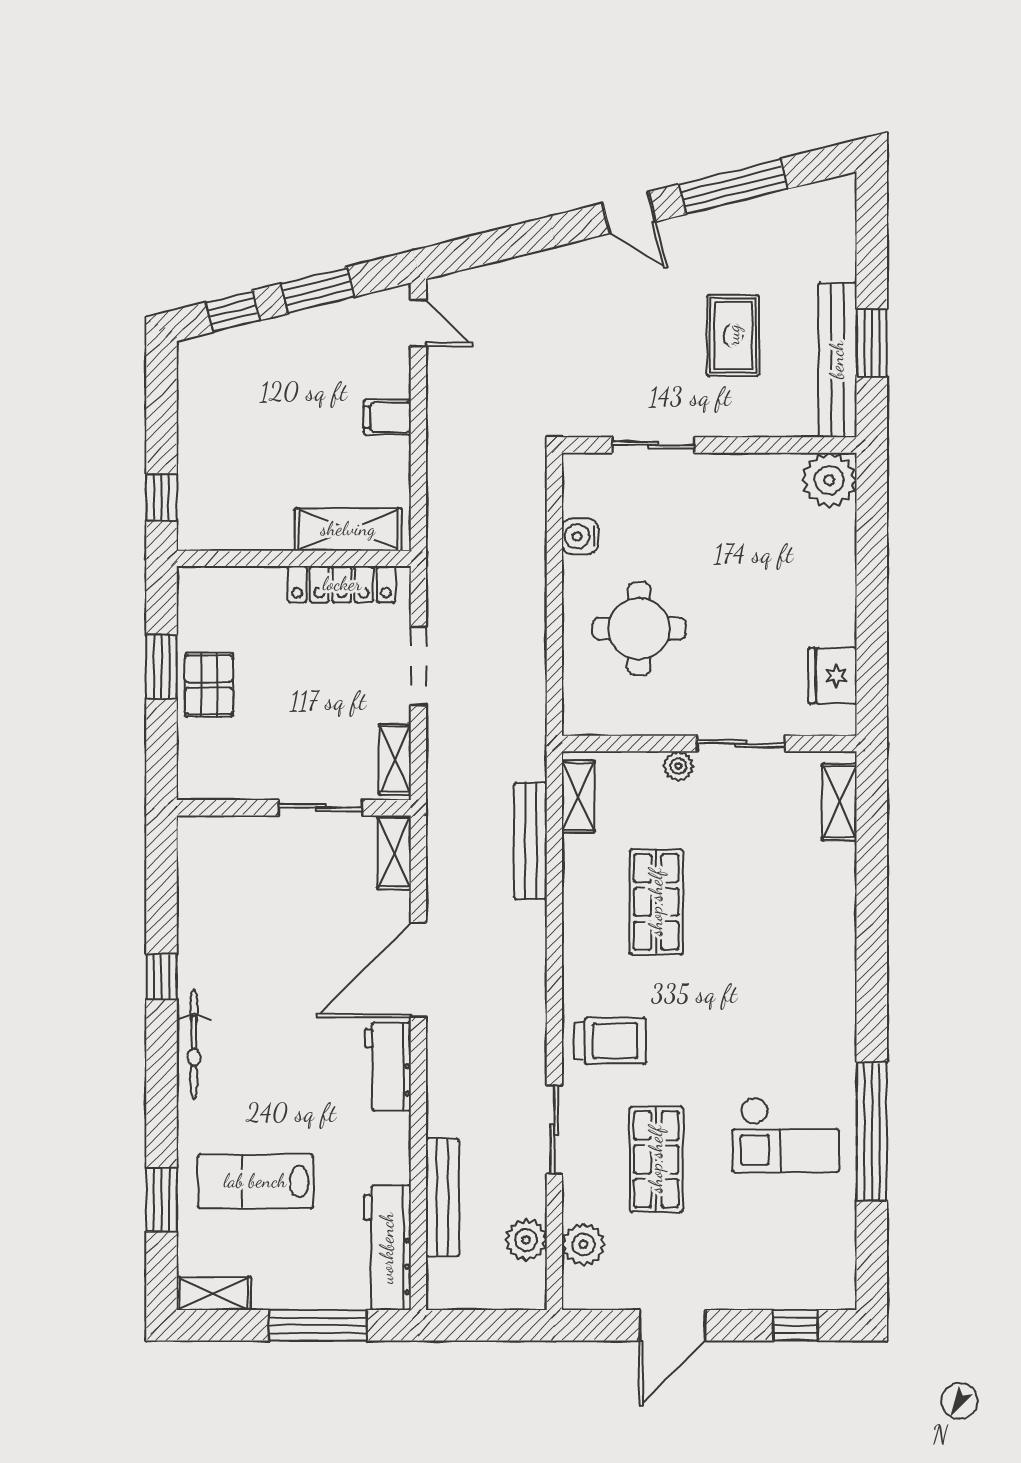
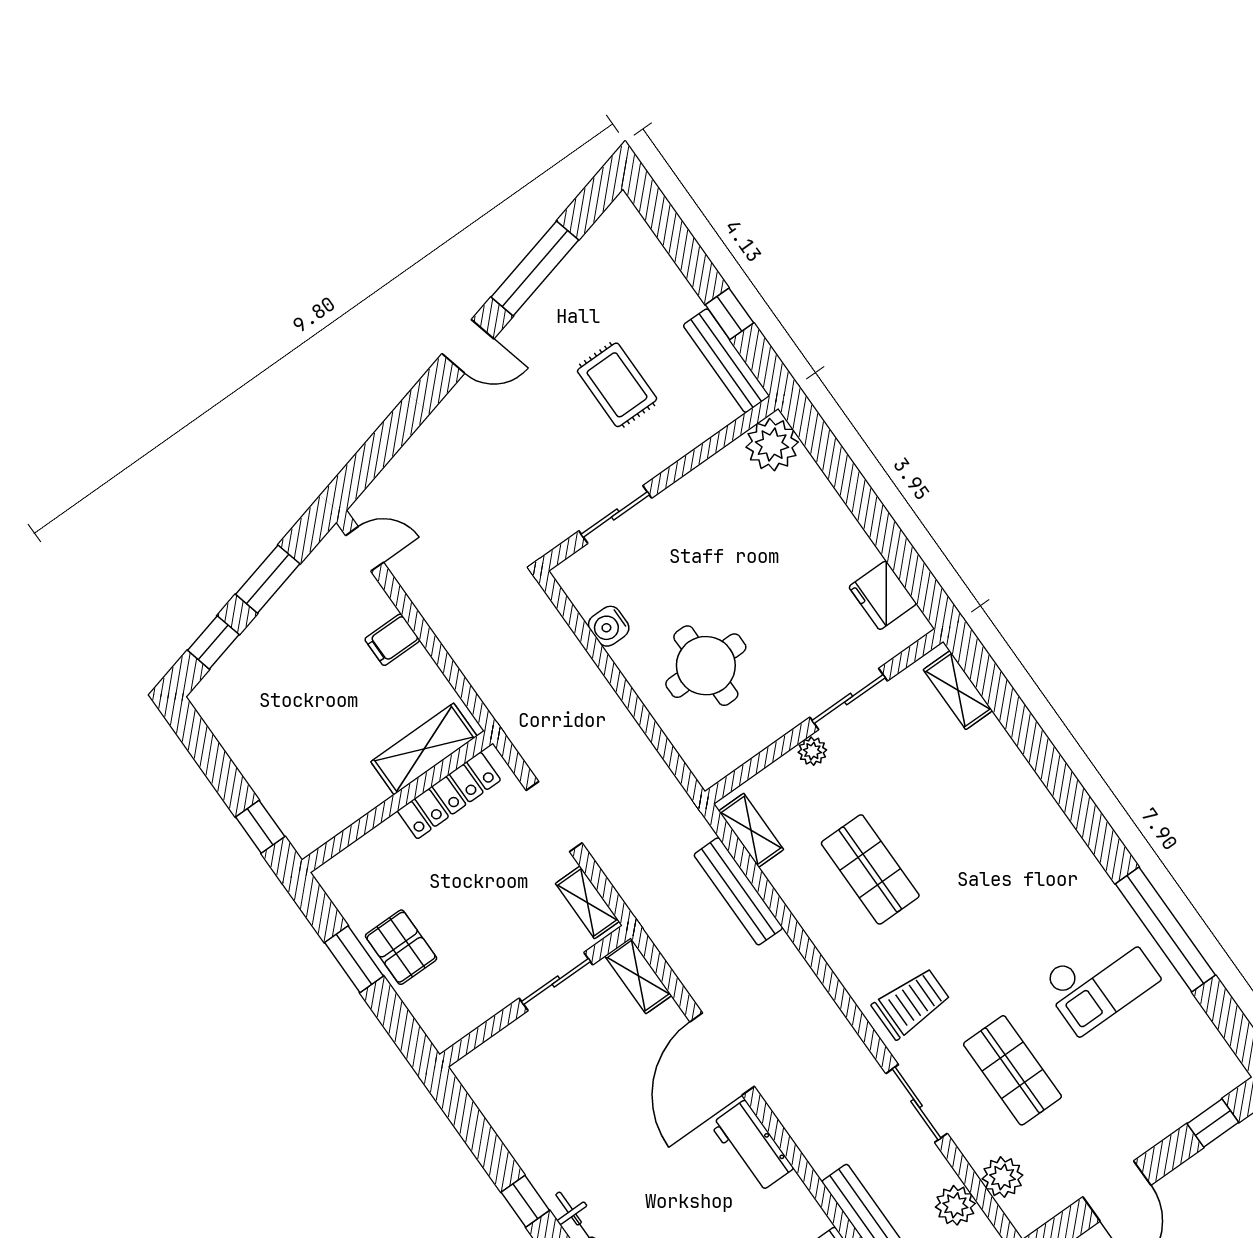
window: (872, 343) -> (729, 314), width x0.67
bench: (837, 360) -> (726, 361), width x0.73, depth x0.82

